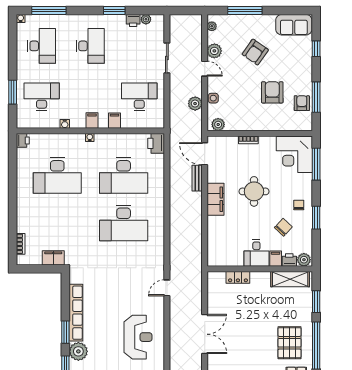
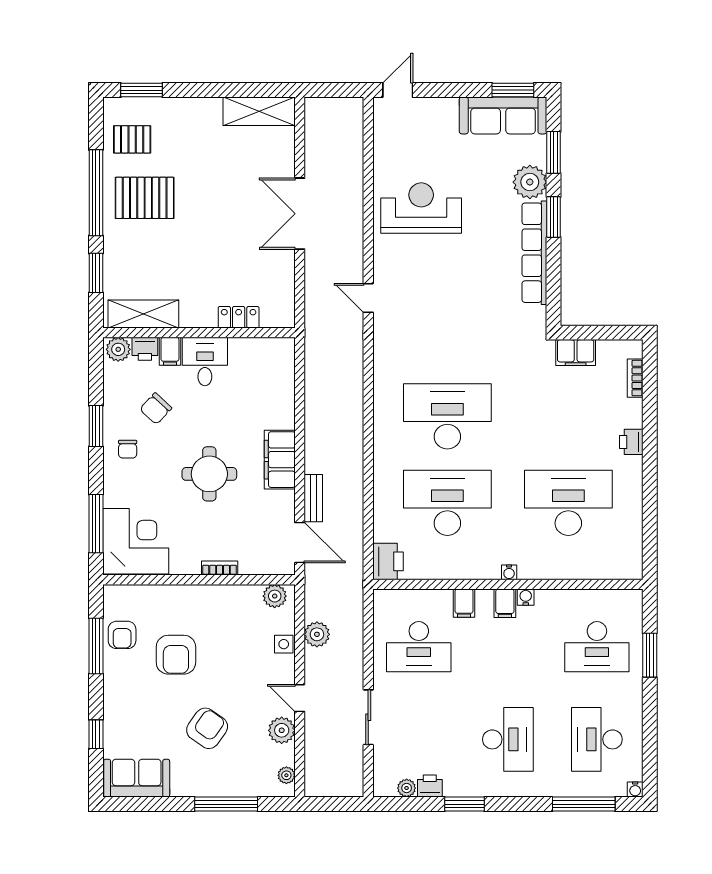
desk: (90, 46) -> (508, 739), turned 180
water cooler: (65, 124) -> (526, 597), moved
printer: (23, 140) -> (631, 442), moved
door: (167, 288) -> (368, 298), swing flipped
reception desk: (138, 337) -> (421, 208), turned 90
pallet: (289, 343) -> (145, 198), turned 90

